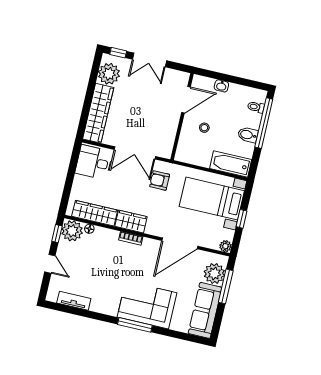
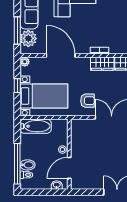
door: (186, 100) -> (69, 168), moved
wall: (182, 117) -> (69, 154), moved
bidet: (248, 135) -> (28, 165), moved
door: (180, 243) -> (61, 56), hinge flipped

